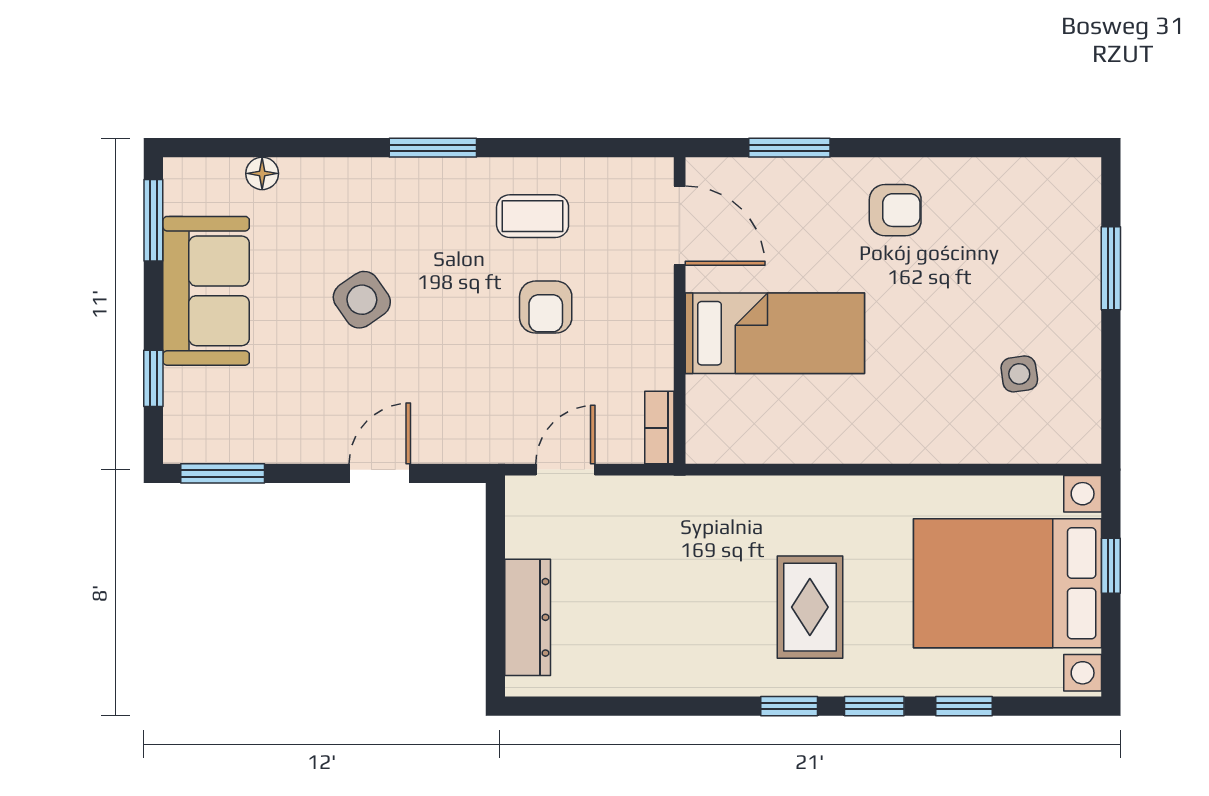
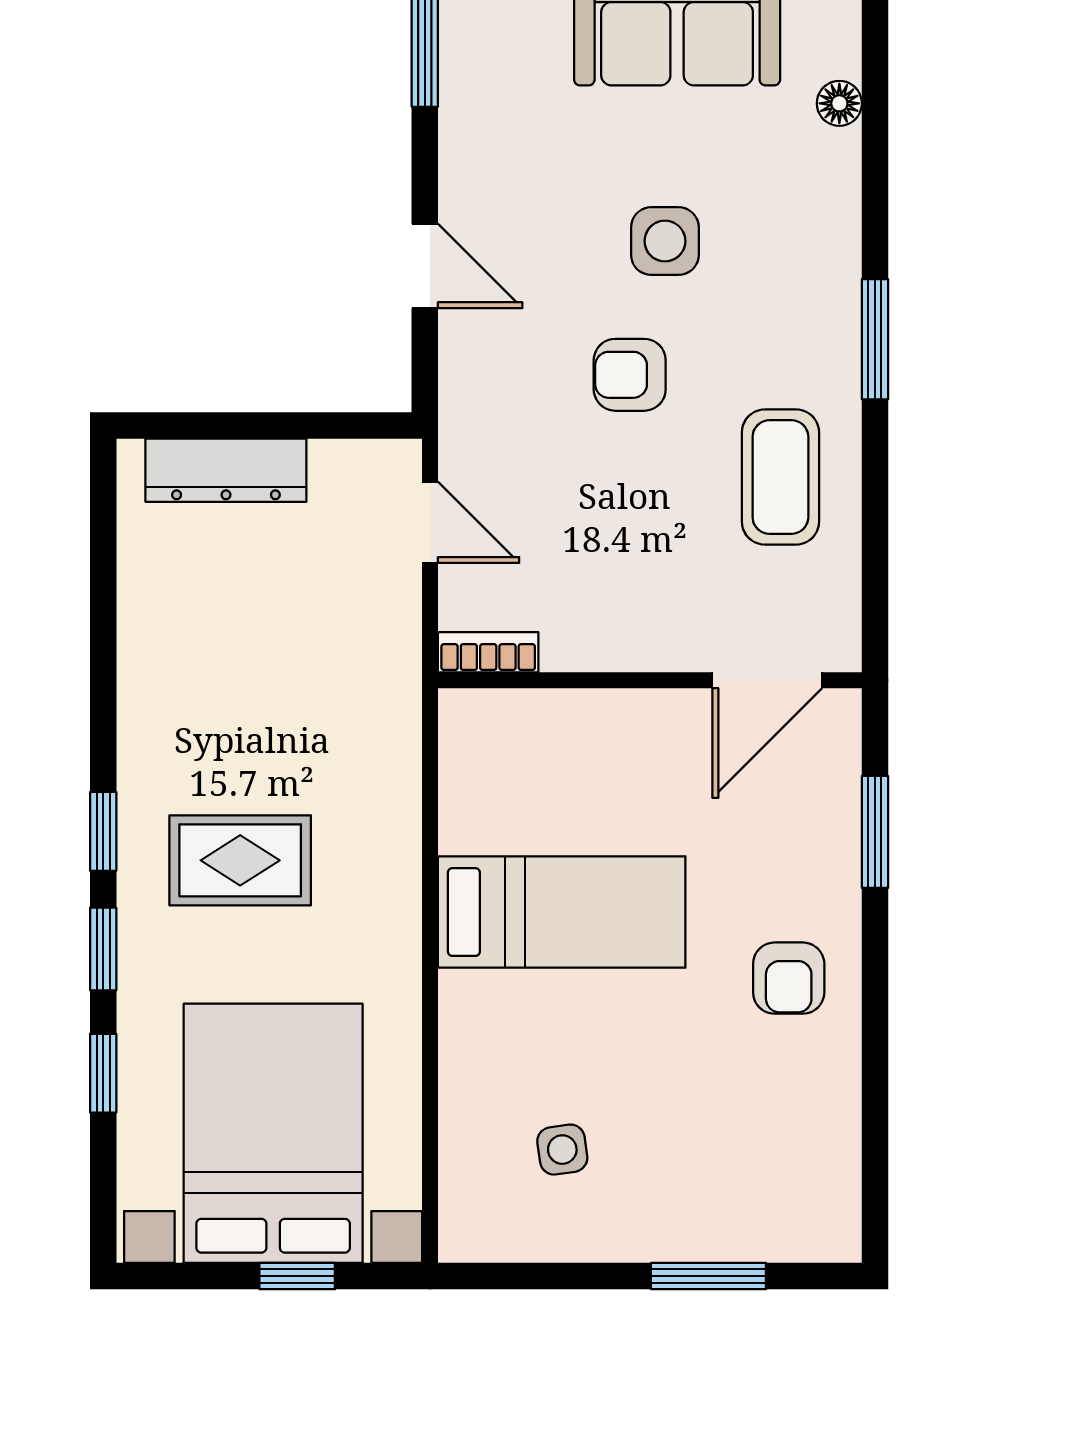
coffee table: (533, 216) -> (780, 477), width x1.36, depth x1.30
side table: (362, 300) -> (665, 241), turned 35
armchair: (546, 307) -> (630, 375), moved
bed: (775, 333) -> (562, 912), moved, turned -90

